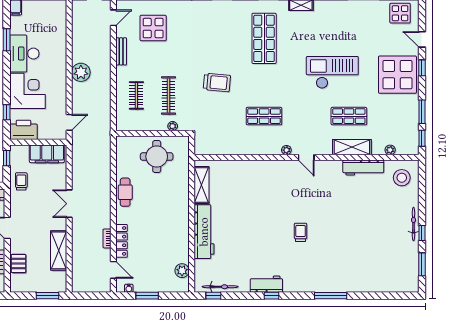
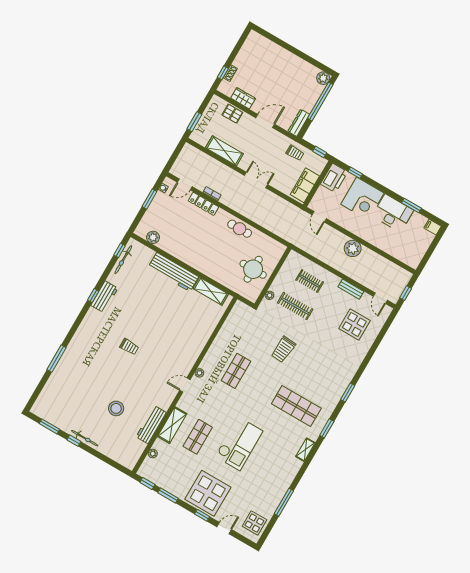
stool: (402, 178) -> (116, 408), moved
window: (331, 296) -> (57, 359), moved

